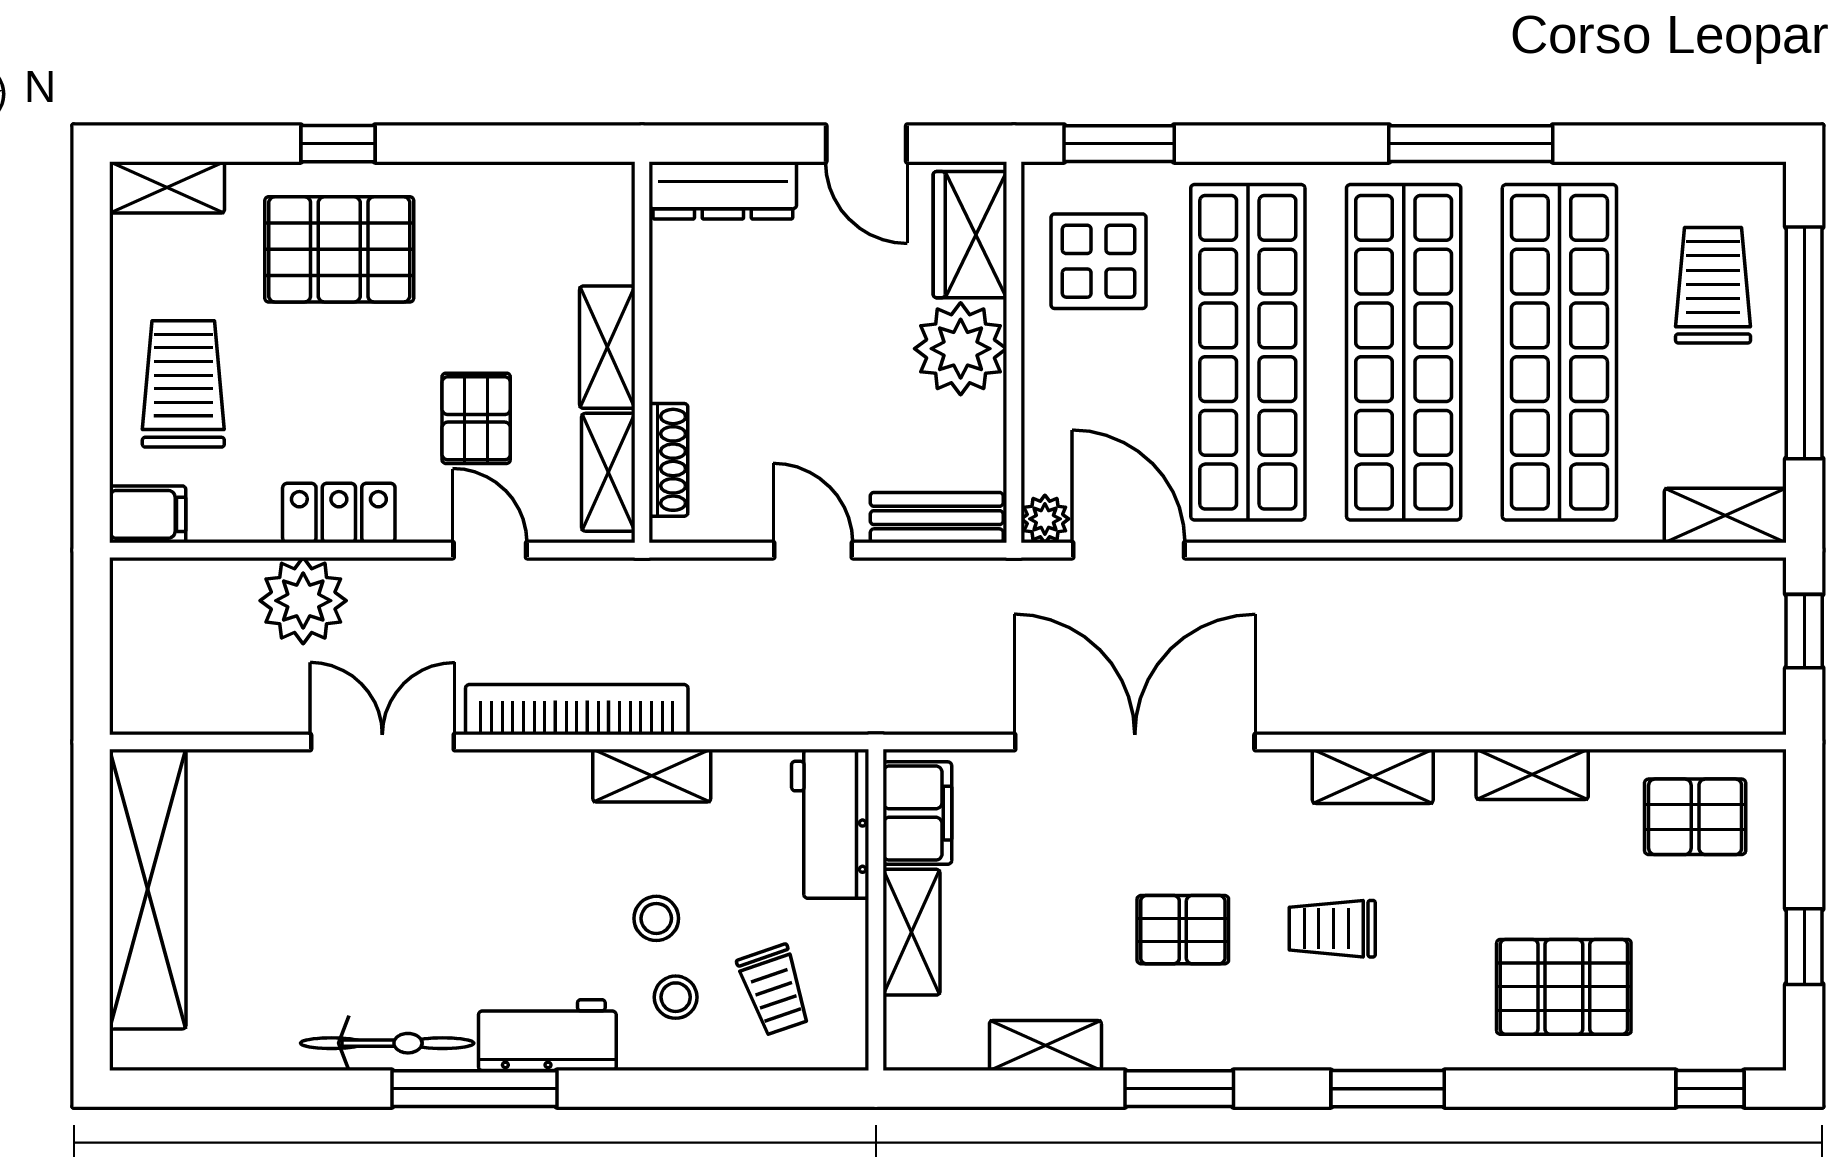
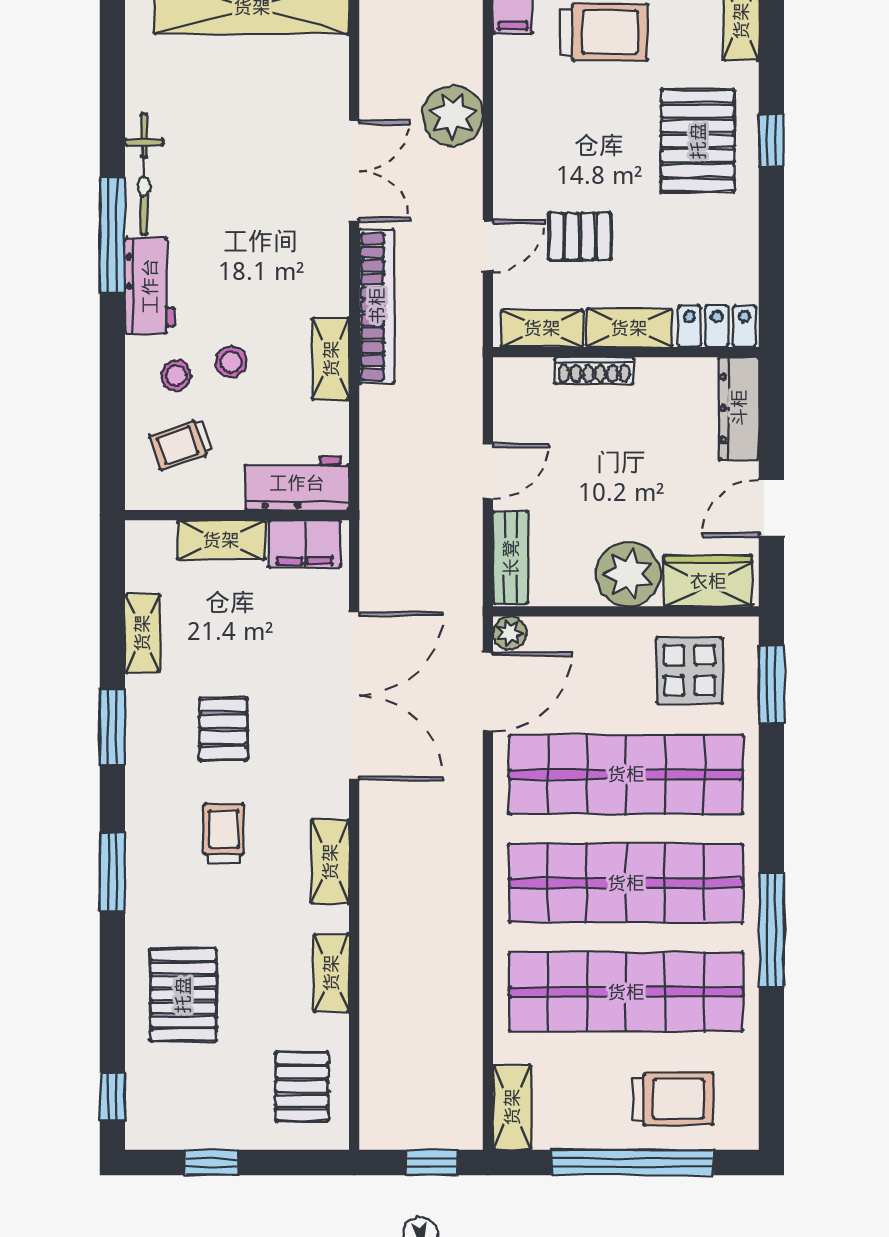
shoe rack: (668, 460) -> (594, 370), moved
locker: (339, 513) -> (717, 326), moved, turned -90

